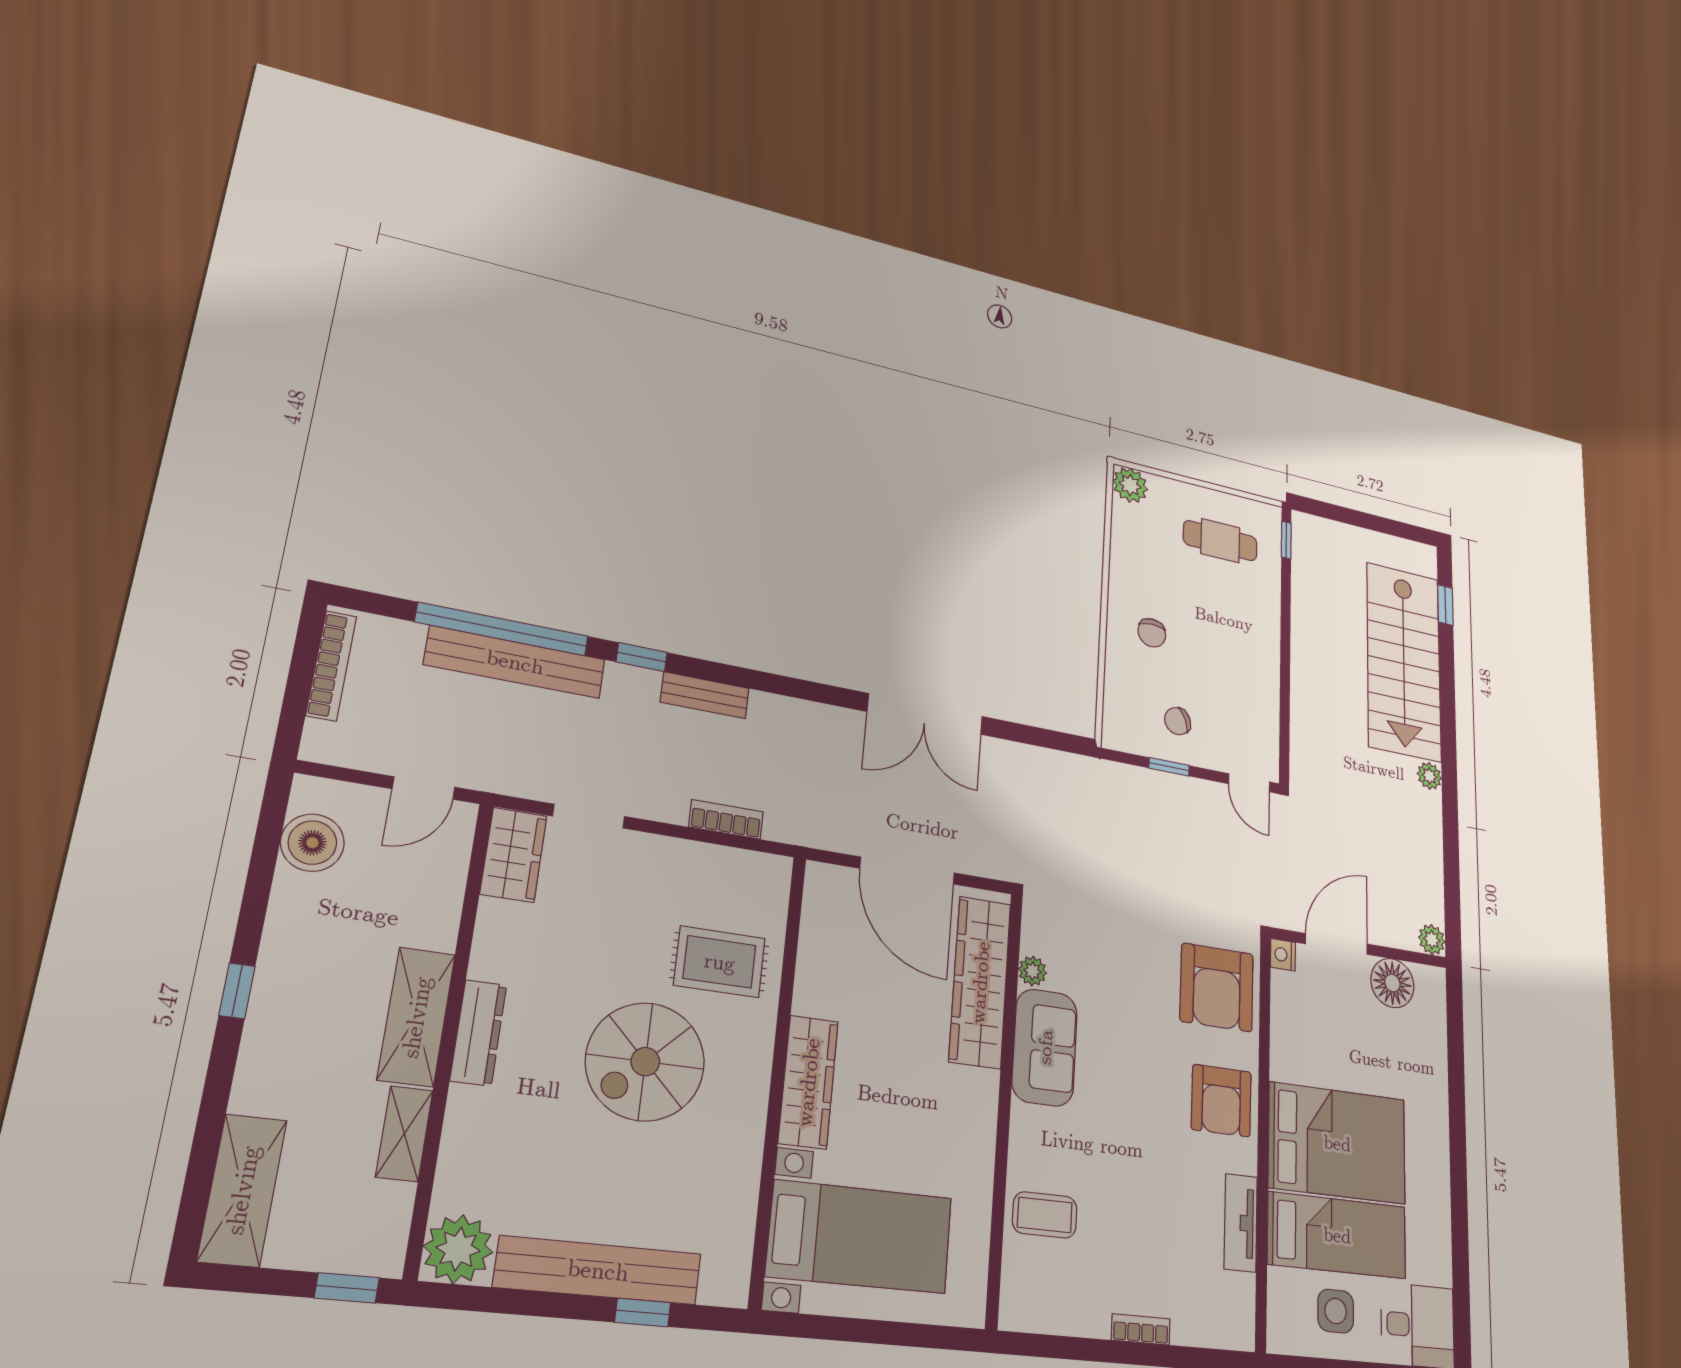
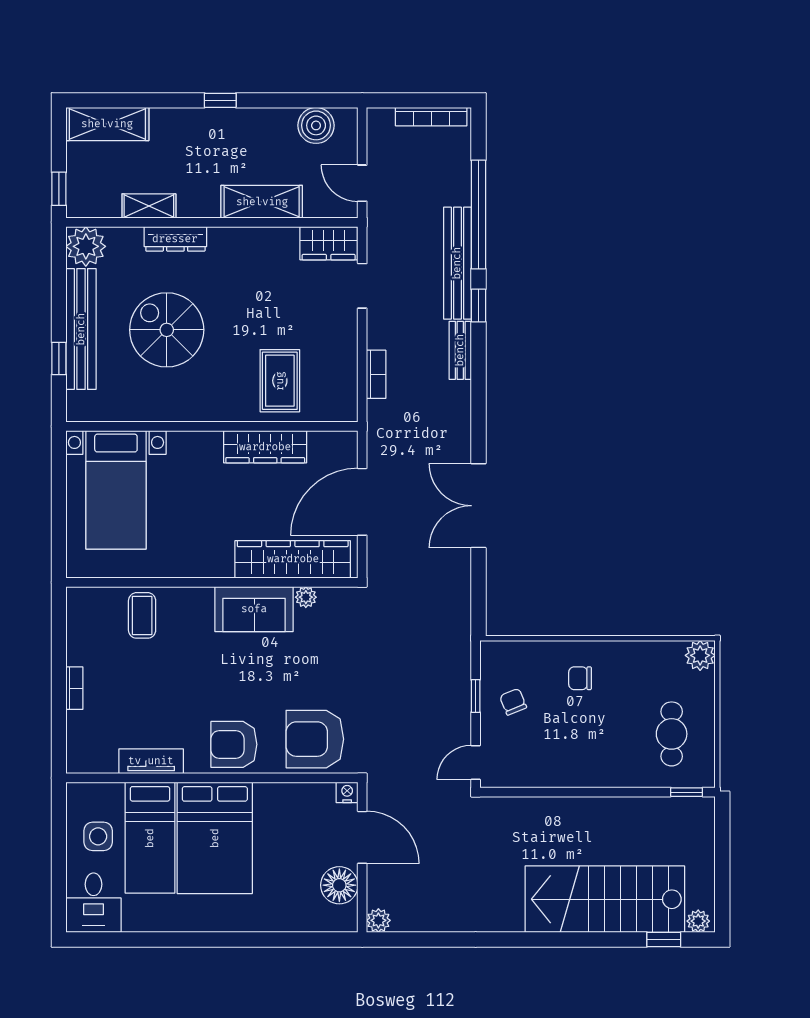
bench: (515, 662) -> (457, 263), moved
plant: (1429, 776) -> (698, 921), moved
shelving: (416, 1017) -> (262, 202), moved
dresser: (478, 1033) -> (175, 239), moved
spiral stairs: (645, 1062) -> (167, 330), moved
wardrobe: (808, 1082) -> (265, 447), moved

